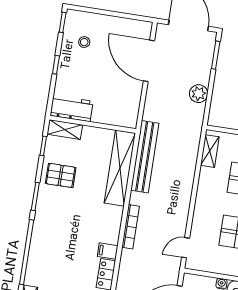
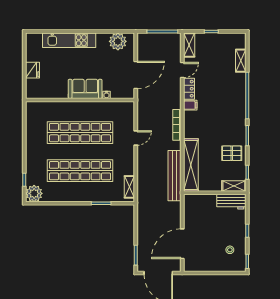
door: (149, 61) -> (182, 244), swing flipped
plant: (199, 94) -> (144, 226), removed
door: (186, 248) -> (136, 138), moved

